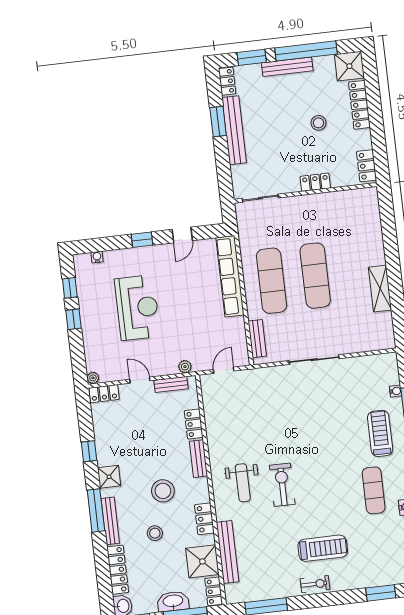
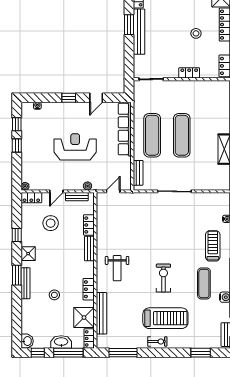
reception desk: (137, 308) -> (75, 147), moved, turned -90
door: (140, 380) -> (56, 191), swing flipped
exercise bike: (282, 485) -> (163, 278), moved
stool: (163, 491) -> (51, 223), moved
window: (96, 511) -> (17, 275), width x0.69
treadmill: (323, 548) -> (165, 318), width x1.37, depth x1.37
locker: (118, 570) -> (27, 316), removed

